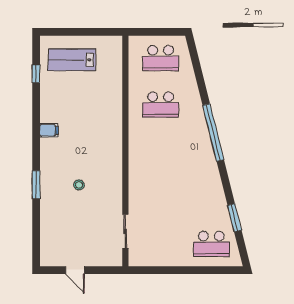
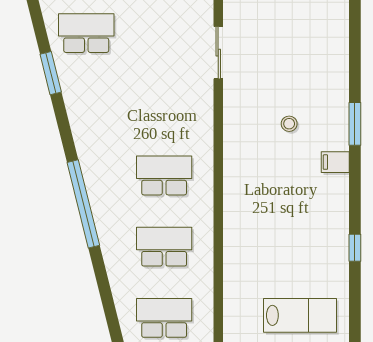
window: (36, 74) -> (355, 248), moved
filing cabinet: (49, 130) -> (335, 162), moved
school desk: (161, 151) -> (164, 175), added

